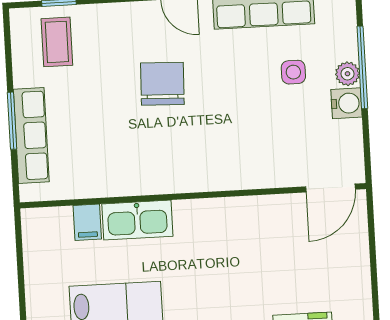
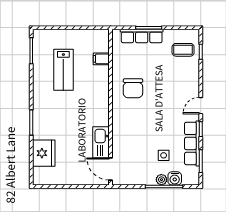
chair: (162, 84) -> (133, 88), moved, turned 88
water cooler: (347, 103) -> (175, 178), moved
kitchen sink: (137, 220) -> (101, 142), moved

